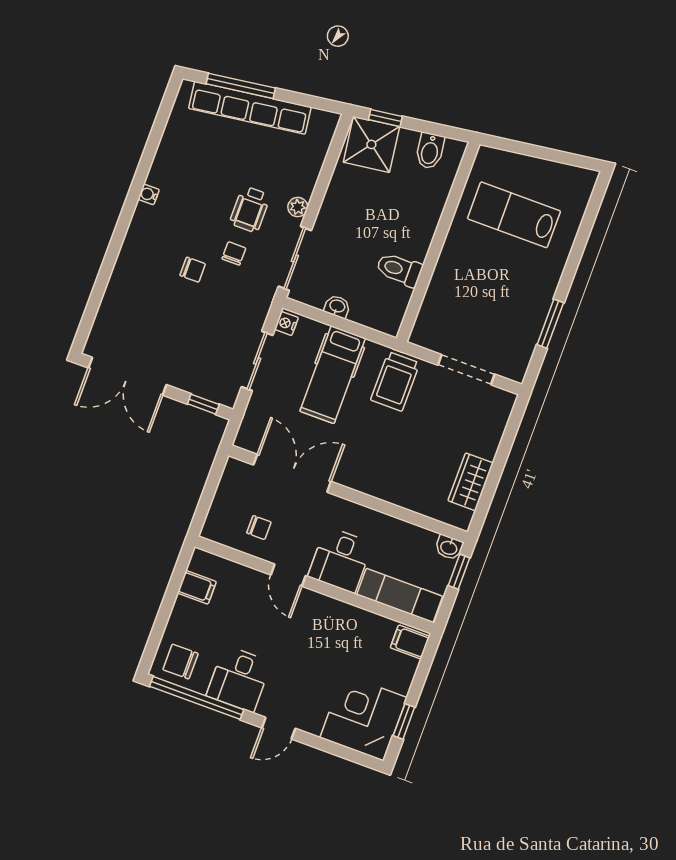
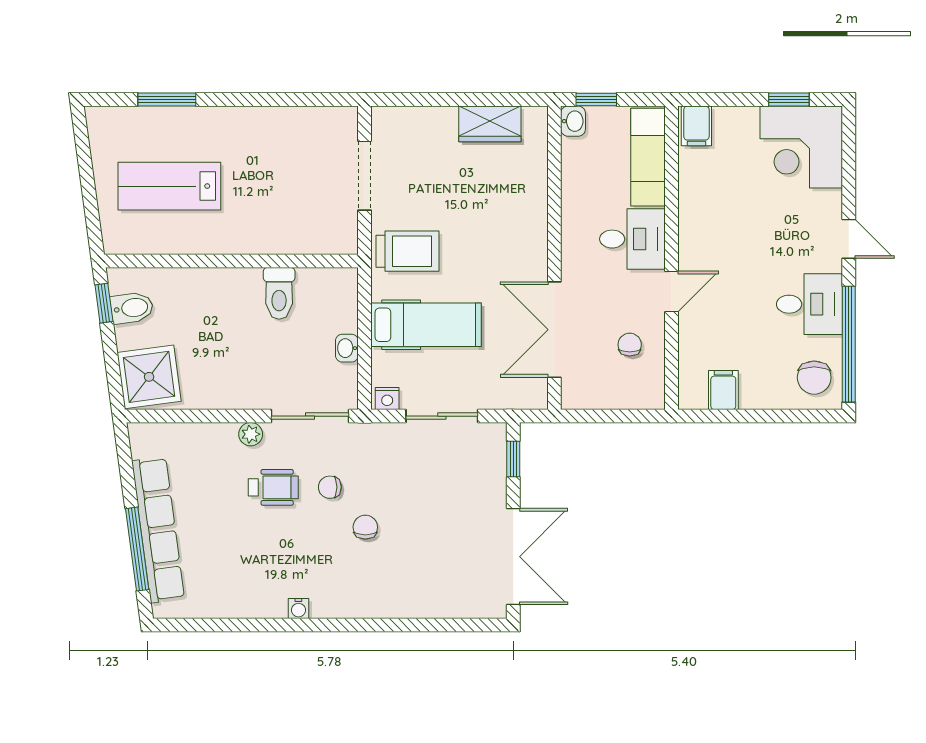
window: (385, 118) -> (104, 303), moved
lab bench: (514, 215) -> (169, 186), turned 90
window: (550, 324) -> (167, 100), moved

